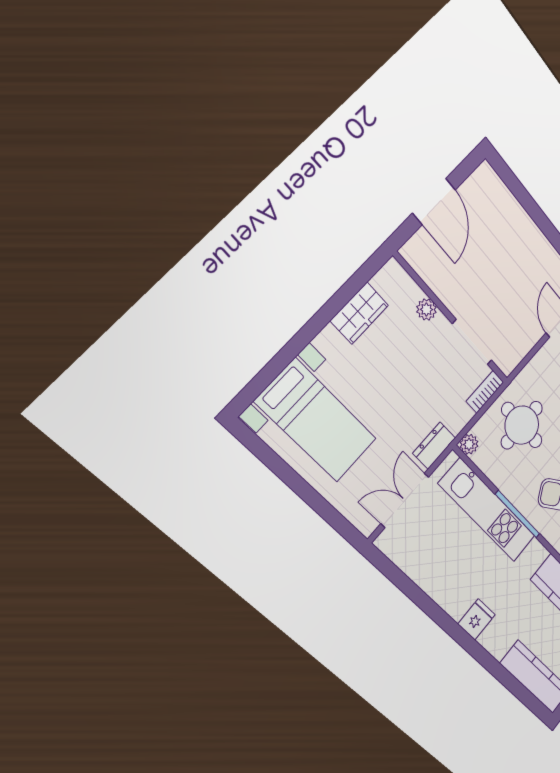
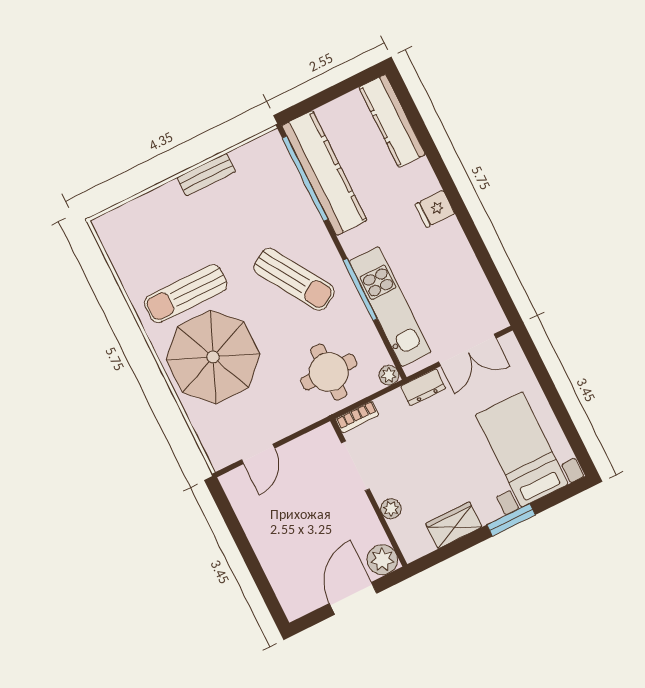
plant: (418, 252) -> (382, 560), added
window: (302, 339) -> (511, 520), added

